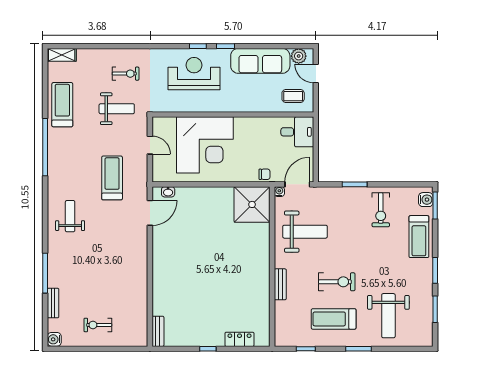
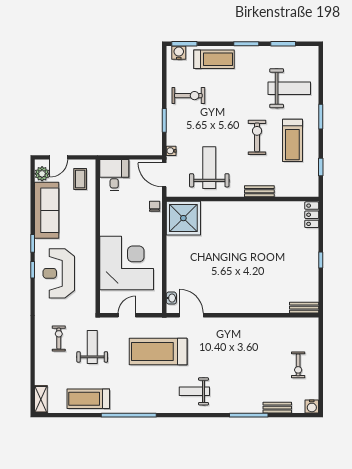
treadmill: (112, 178) -> (158, 351), width x1.37, depth x1.38
water cooler: (279, 192) -> (171, 151), moved
locker: (239, 339) -> (312, 215), moved

